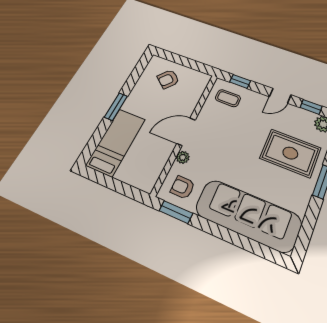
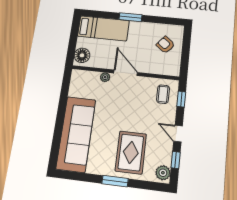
floor lamp: (141, 179) -> (82, 55), added
armchair: (183, 187) -> (83, 84), removed
window: (176, 212) -> (65, 86), removed

